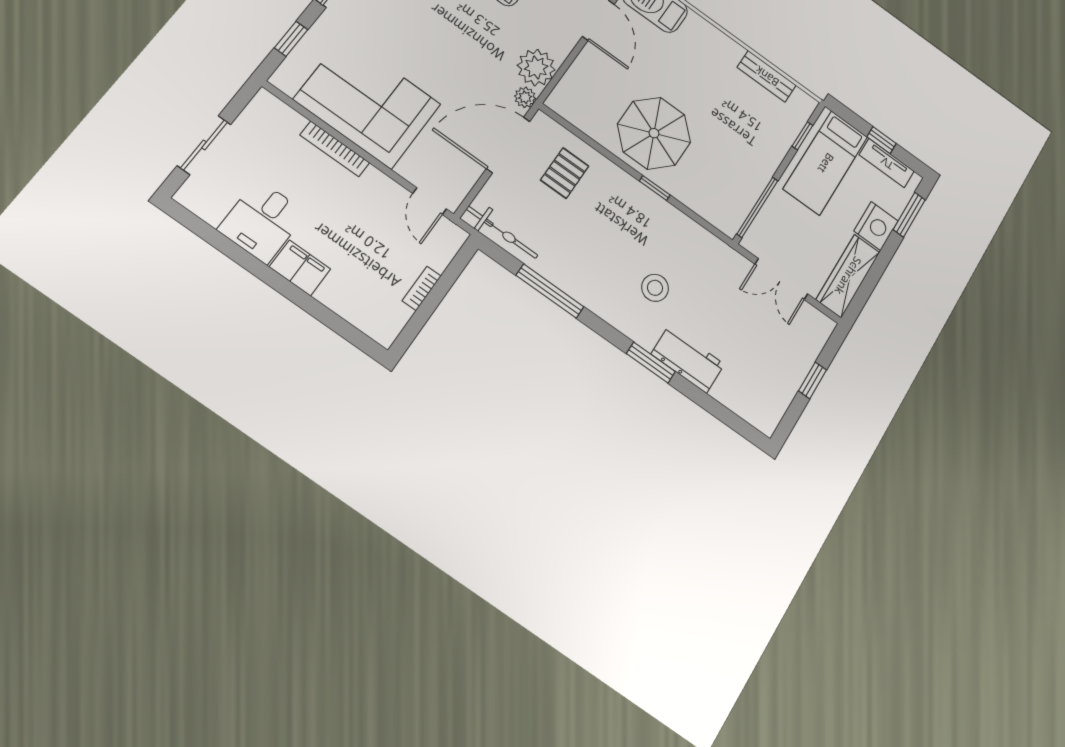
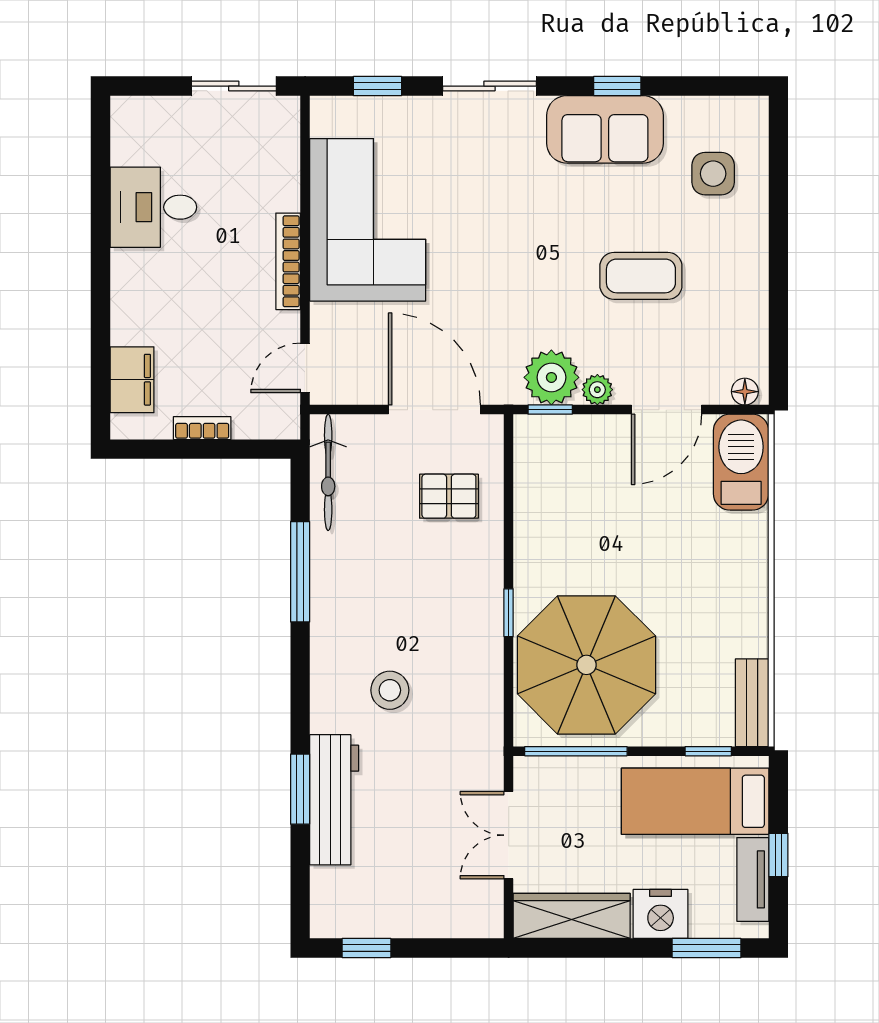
bench: (767, 76) -> (752, 703), moved
window: (554, 81) -> (550, 410), added
plant: (525, 97) -> (597, 390), moved
parasol: (654, 133) -> (586, 665), moved, width x1.36, depth x1.36
sliding door: (204, 145) -> (234, 86), moved
bookcase: (335, 149) -> (288, 261), moved
filing cabinet: (300, 268) -> (132, 380), moved
workbench: (688, 359) -> (334, 800), width x1.38
window: (651, 363) -> (300, 789), moved
window: (813, 380) -> (366, 948), moved

